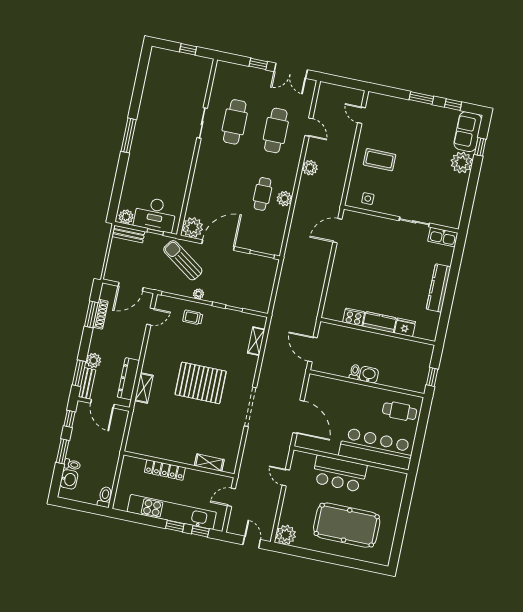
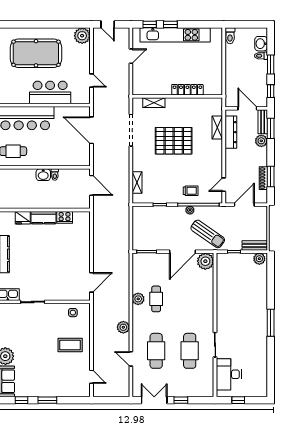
desk: (155, 214) -> (229, 374), moved, turned -90
shelving: (209, 463) -> (154, 103), moved
wall: (179, 464) -> (177, 96), moved
locker: (165, 470) -> (187, 90), moved

